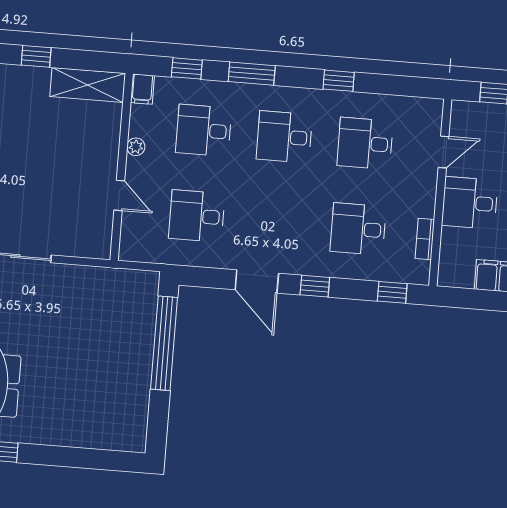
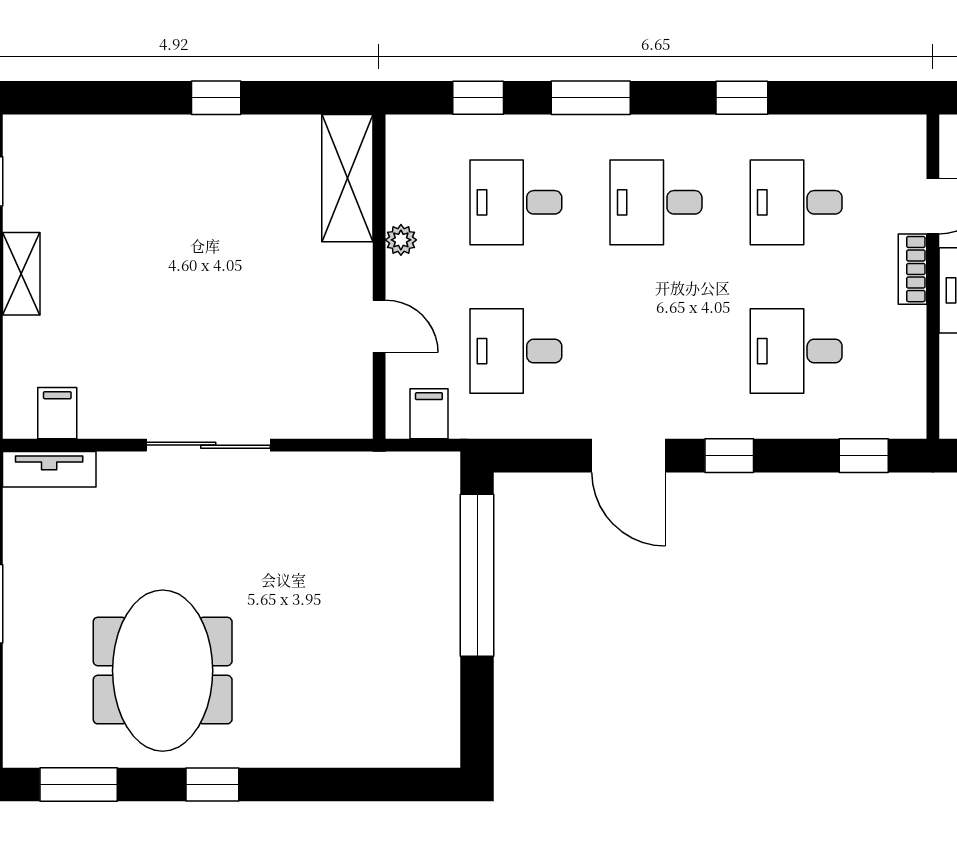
shelving: (88, 85) -> (347, 178), moved, turned 90
filing cabinet: (142, 89) -> (429, 414), moved, turned 180
bookcase: (425, 239) -> (912, 269), moved

